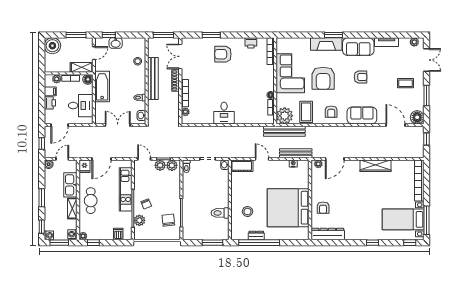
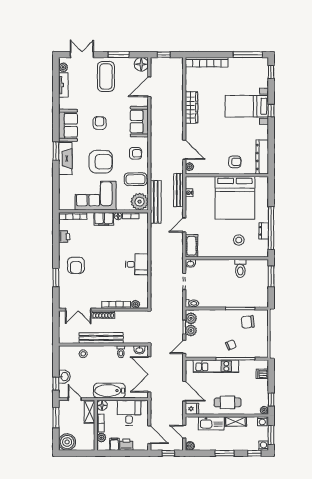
window: (163, 35) -> (56, 327), removed
tv unit: (387, 42) -> (63, 85), moved
filing cabinet: (268, 81) -> (104, 219), added
coffee table: (405, 83) -> (106, 76), width x1.86, depth x1.72
double door: (118, 125) -> (149, 374), width x1.37
bed with nightstands: (403, 219) -> (247, 106), moved, turned 90
plant: (139, 220) -> (248, 352), removed

